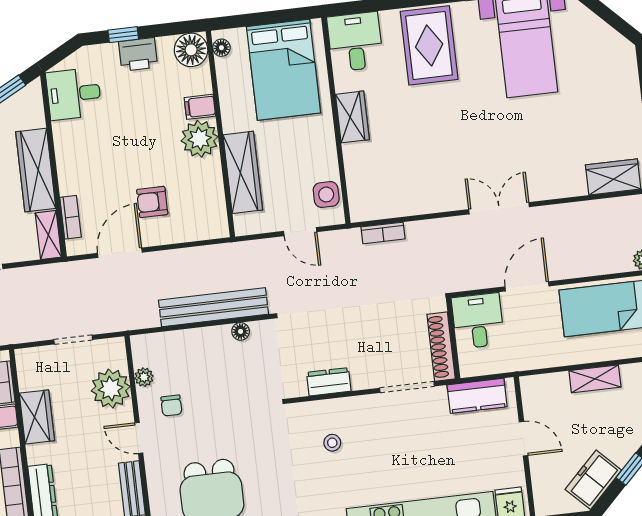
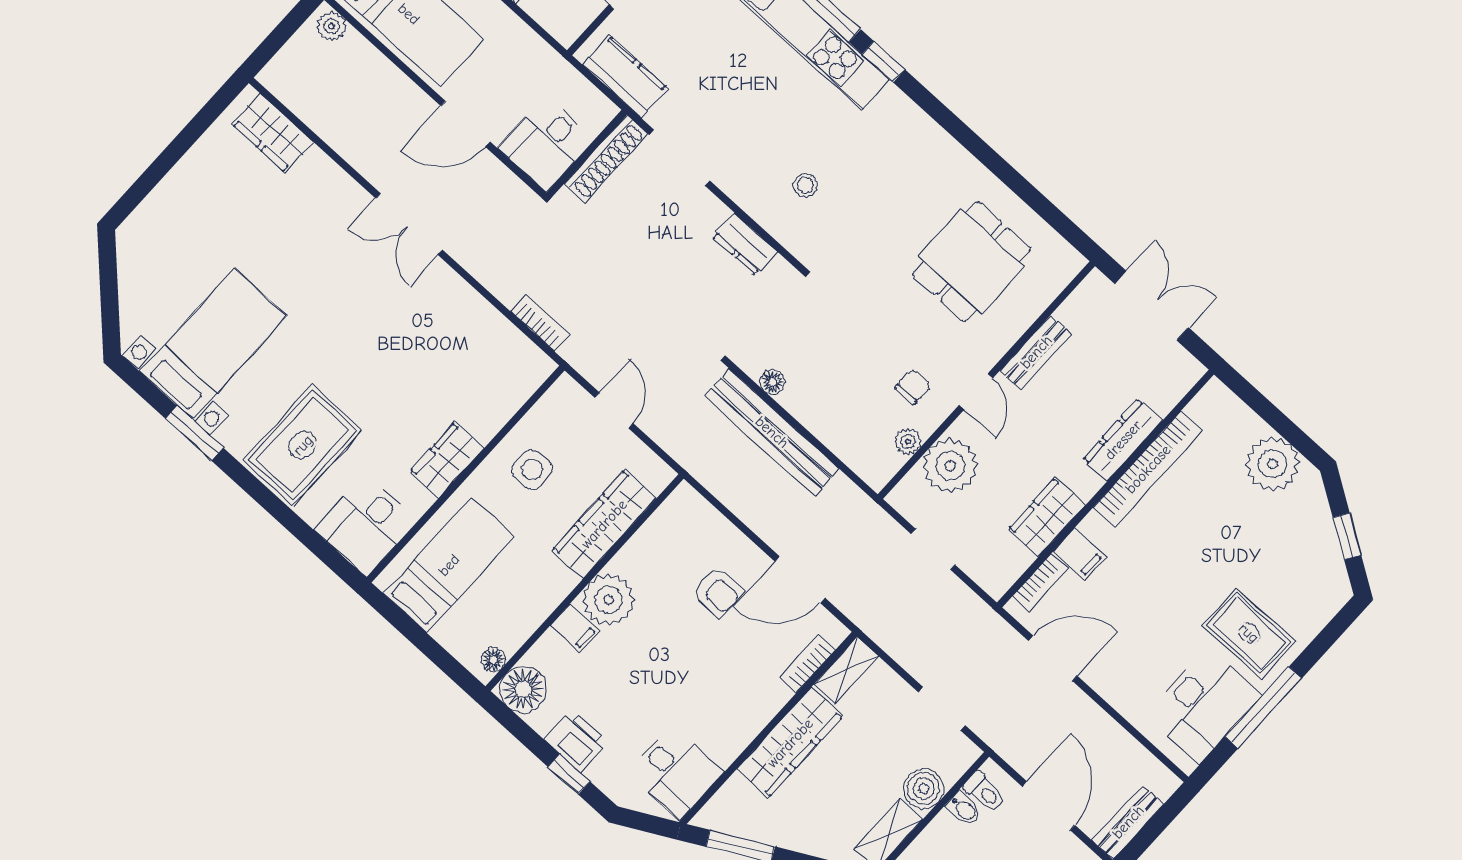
bed: (284, 70) -> (449, 565), width x0.67
side table: (326, 195) -> (532, 470), moved

